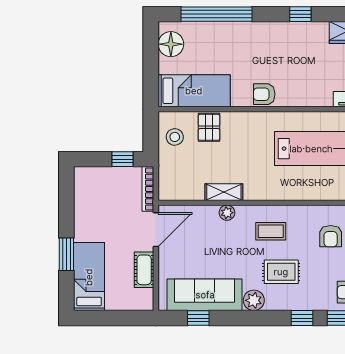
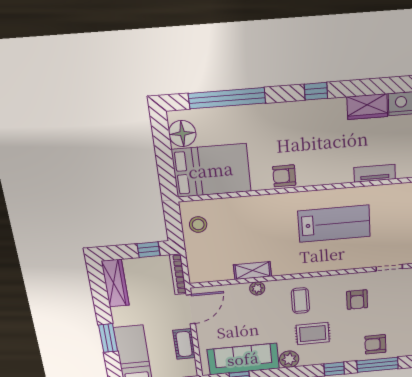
bed: (194, 91) -> (211, 170), width x1.50
pallet: (209, 127) -> (232, 212), removed
wardrobe: (84, 193) -> (115, 283), added
coffee table: (271, 231) -> (300, 301), turned 90

